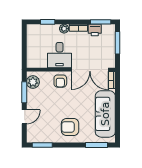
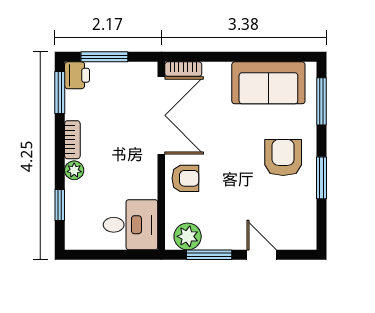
printer: (95, 30) -> (77, 75), moved
desk: (60, 55) -> (130, 225), moved
sofa: (105, 114) -> (268, 83), width x0.73
armchair: (70, 127) -> (283, 158), turned 180
window: (42, 145) -> (321, 178), moved

